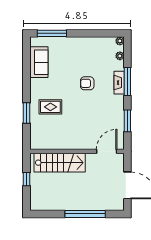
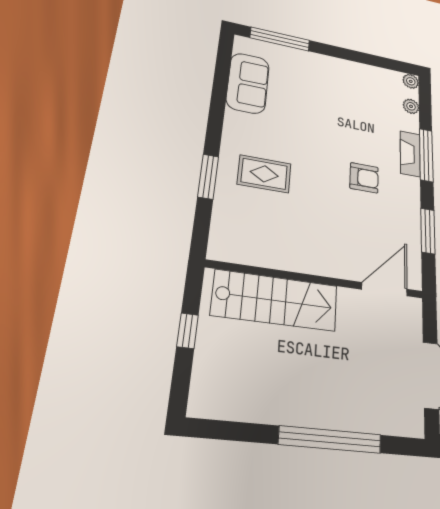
armchair: (87, 83) -> (364, 178), moved, turned 180

